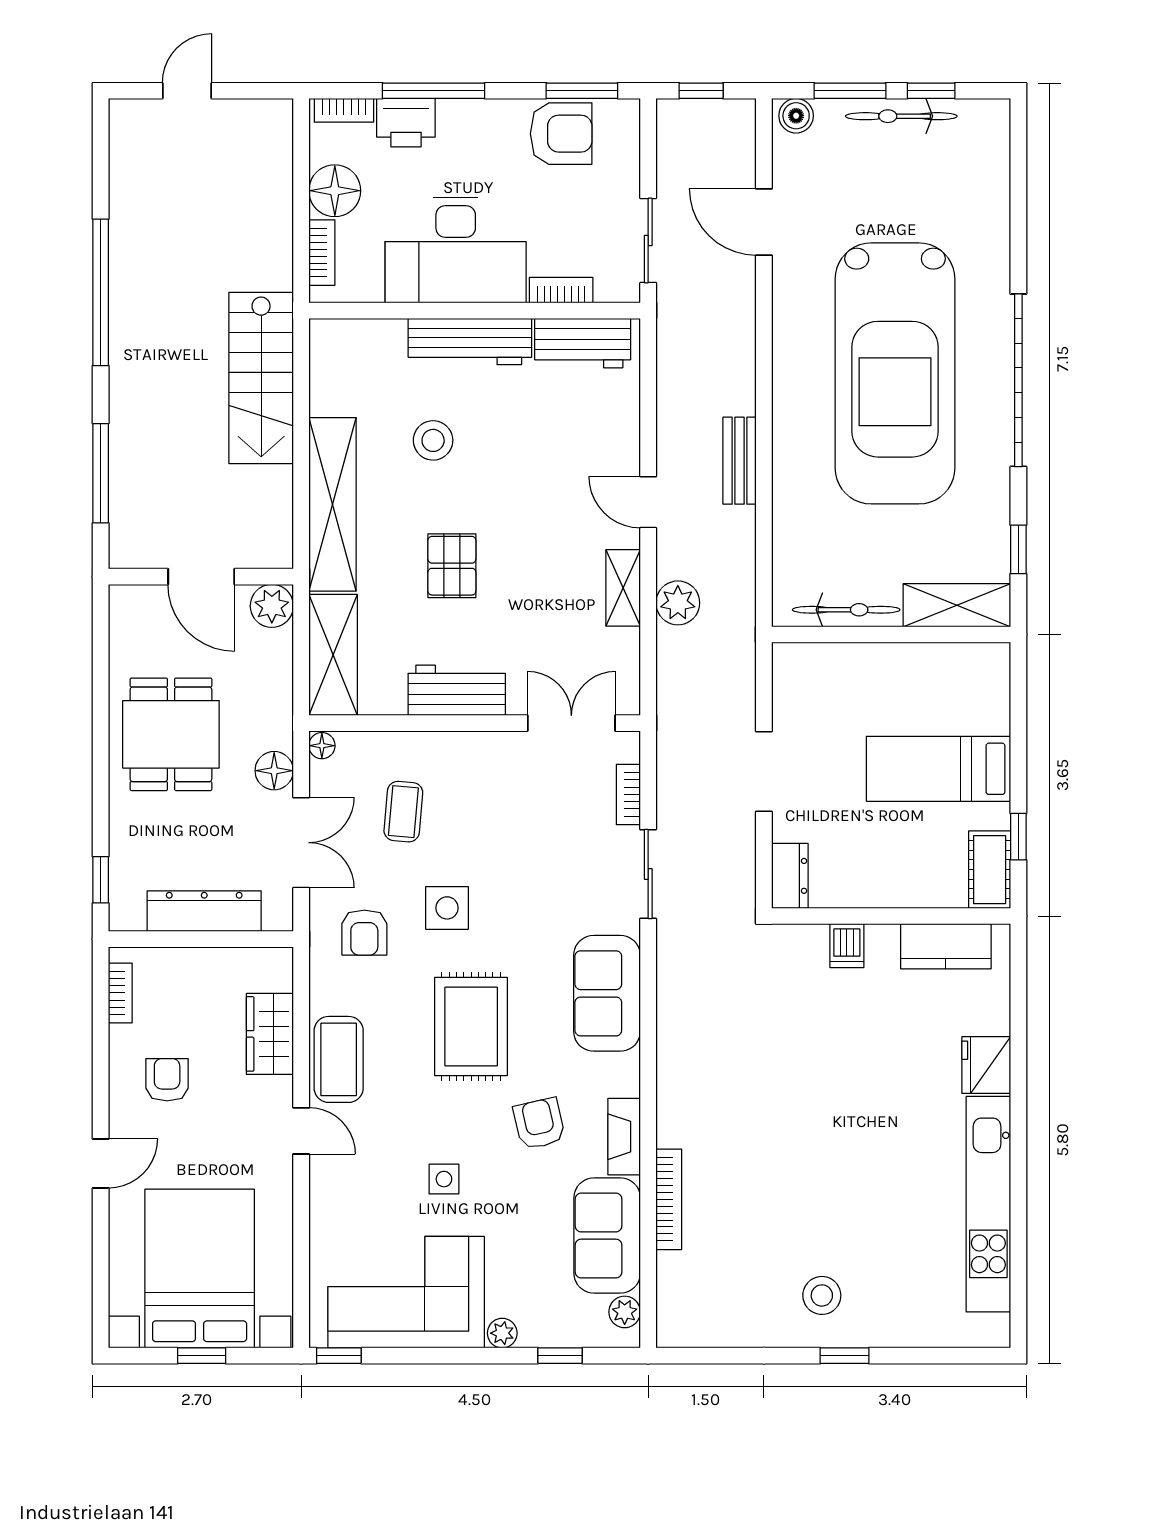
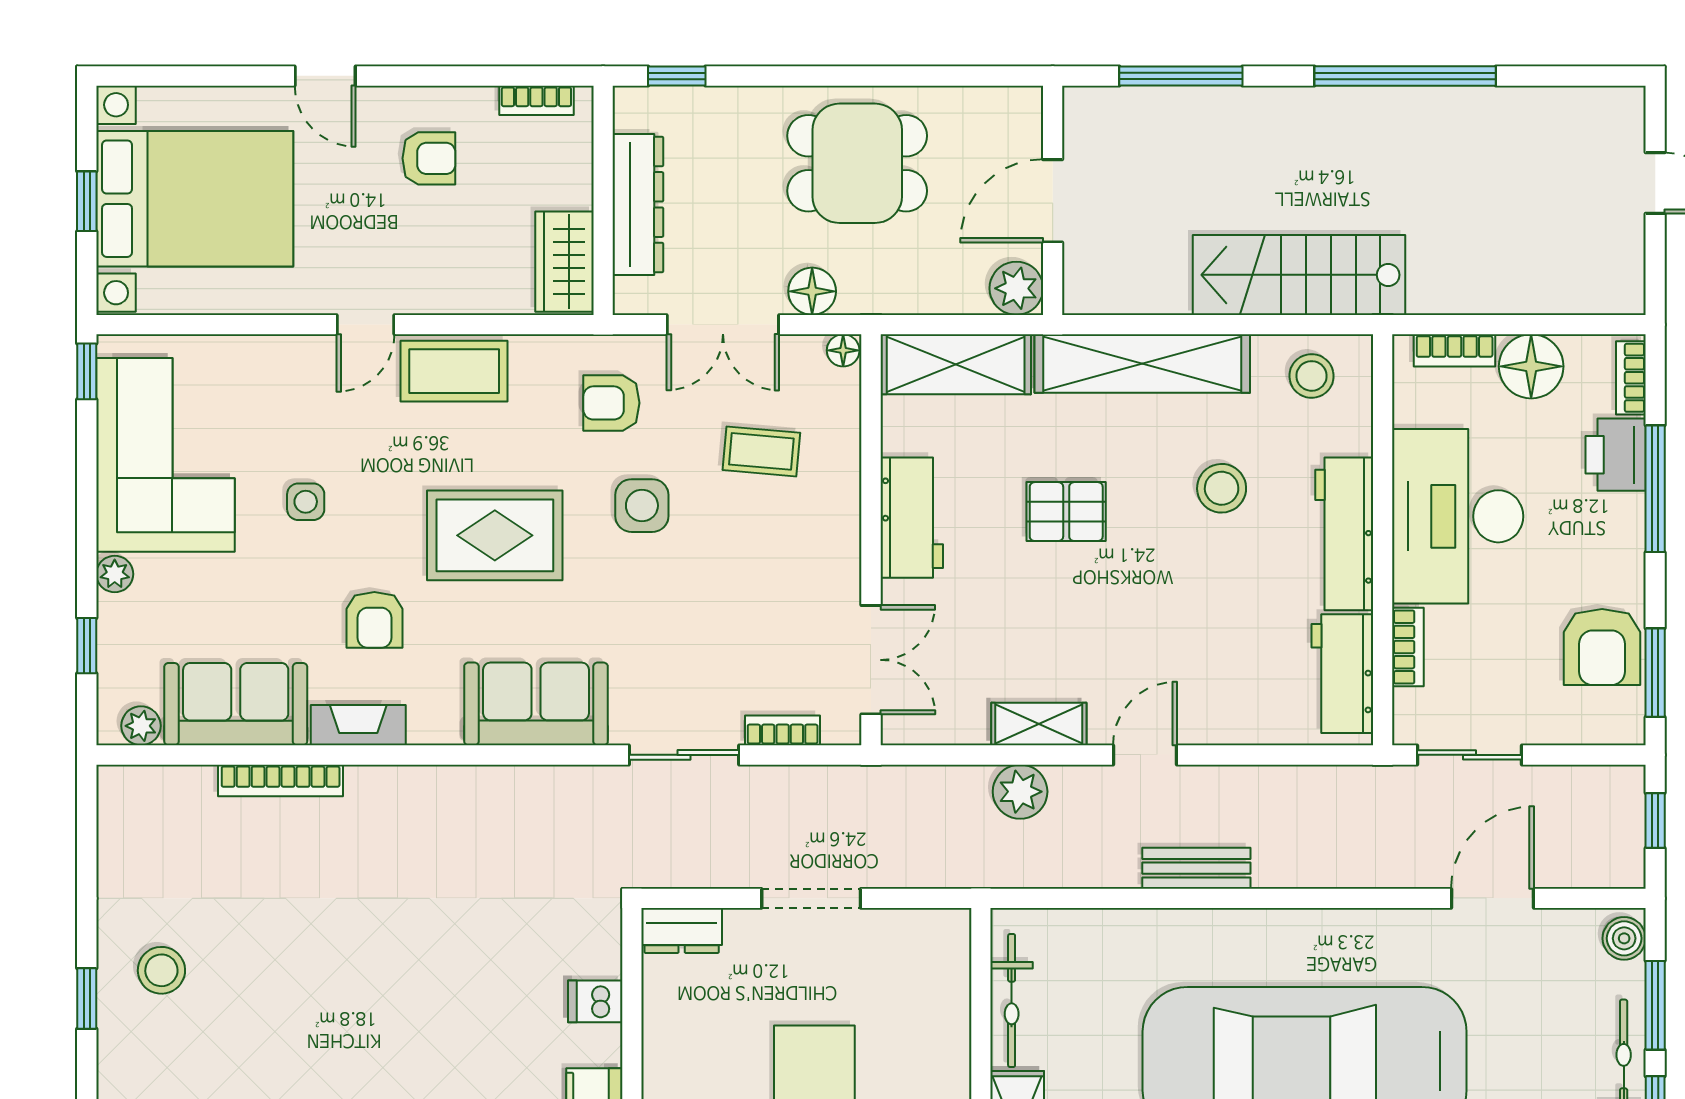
stool: (342, 368) -> (1312, 376), added
wardrobe: (270, 1034) -> (564, 262), moved, turned -90
armchair: (539, 1124) -> (374, 620), turned 103

